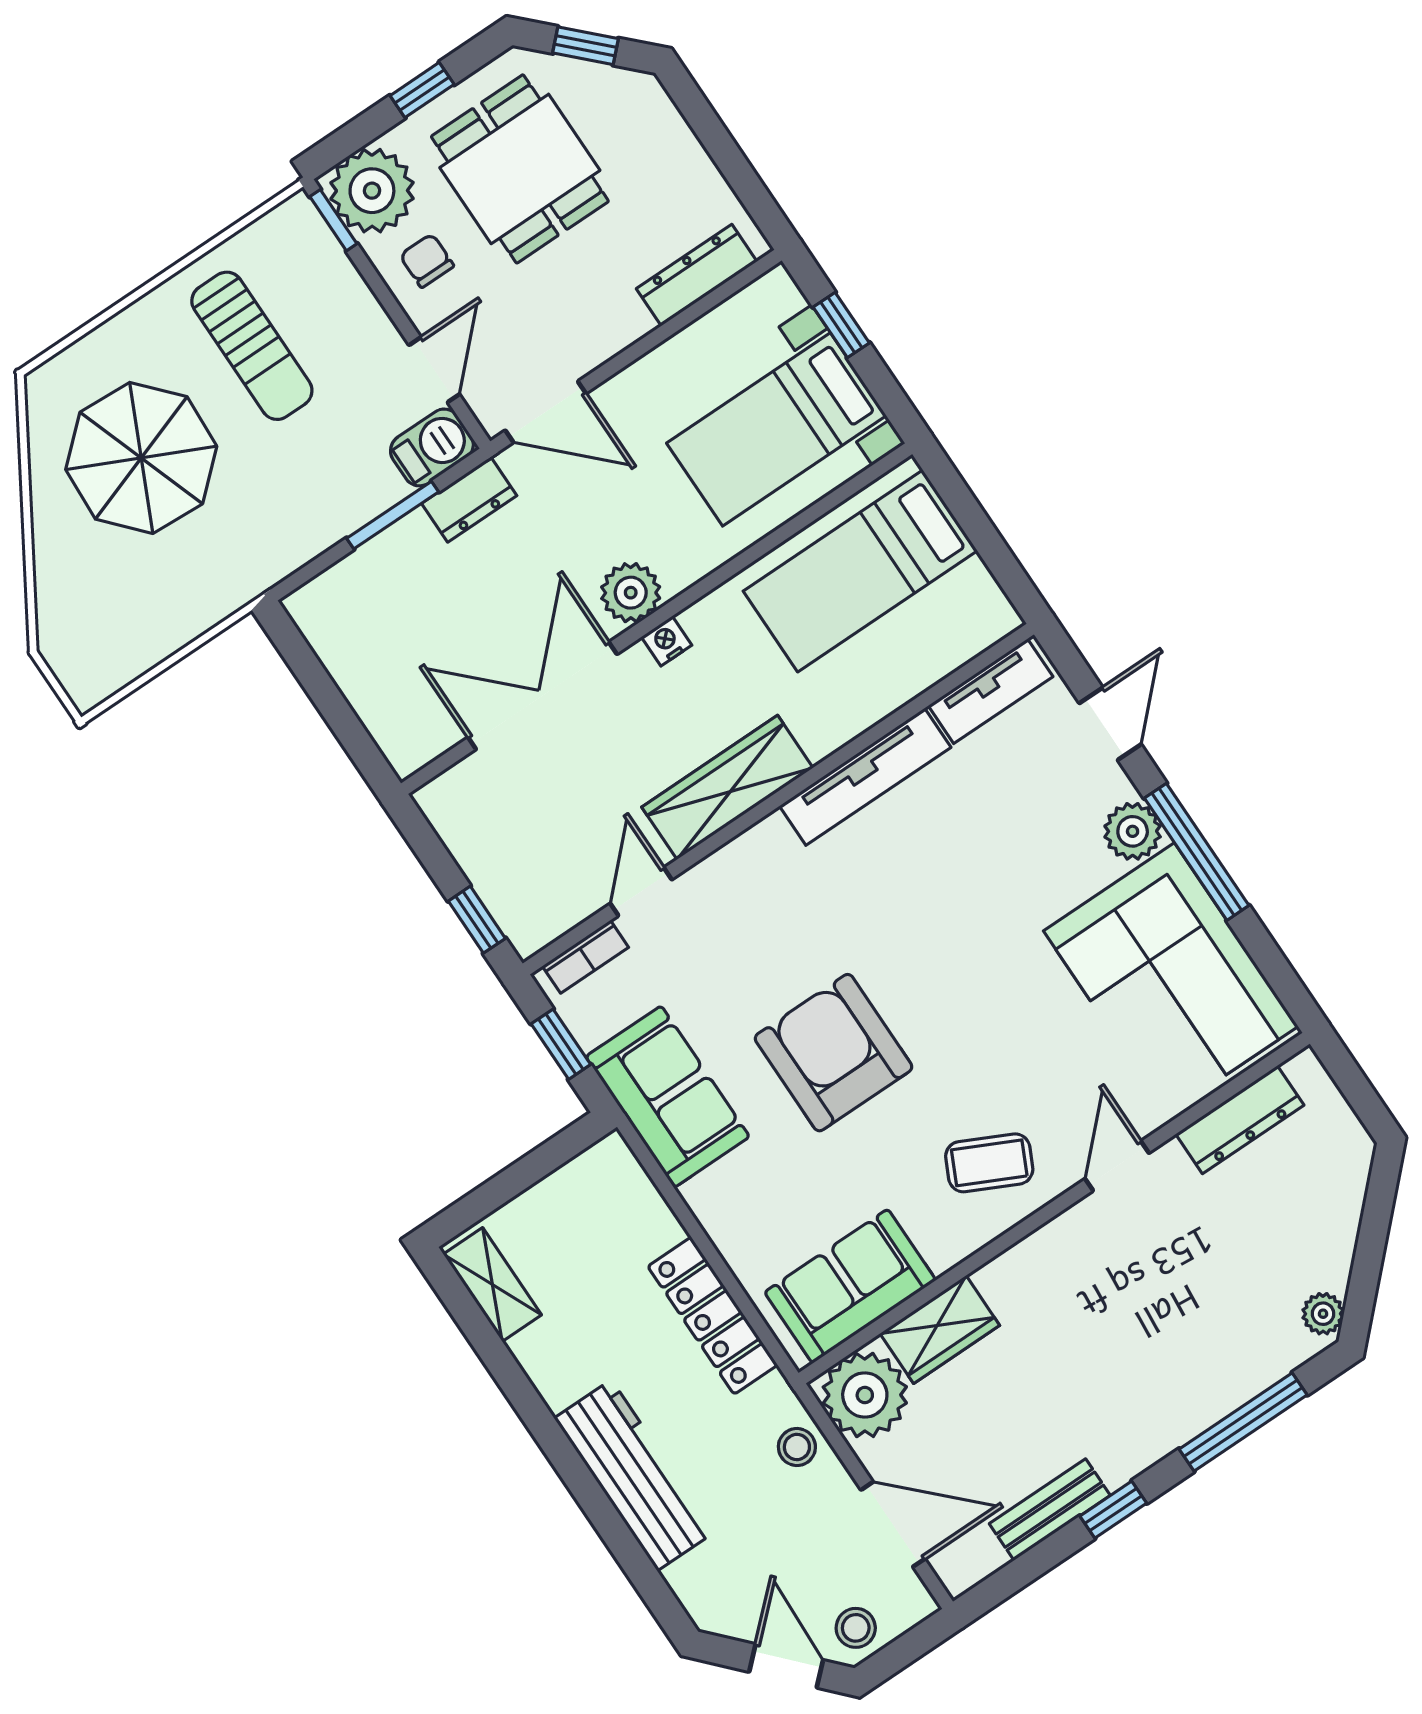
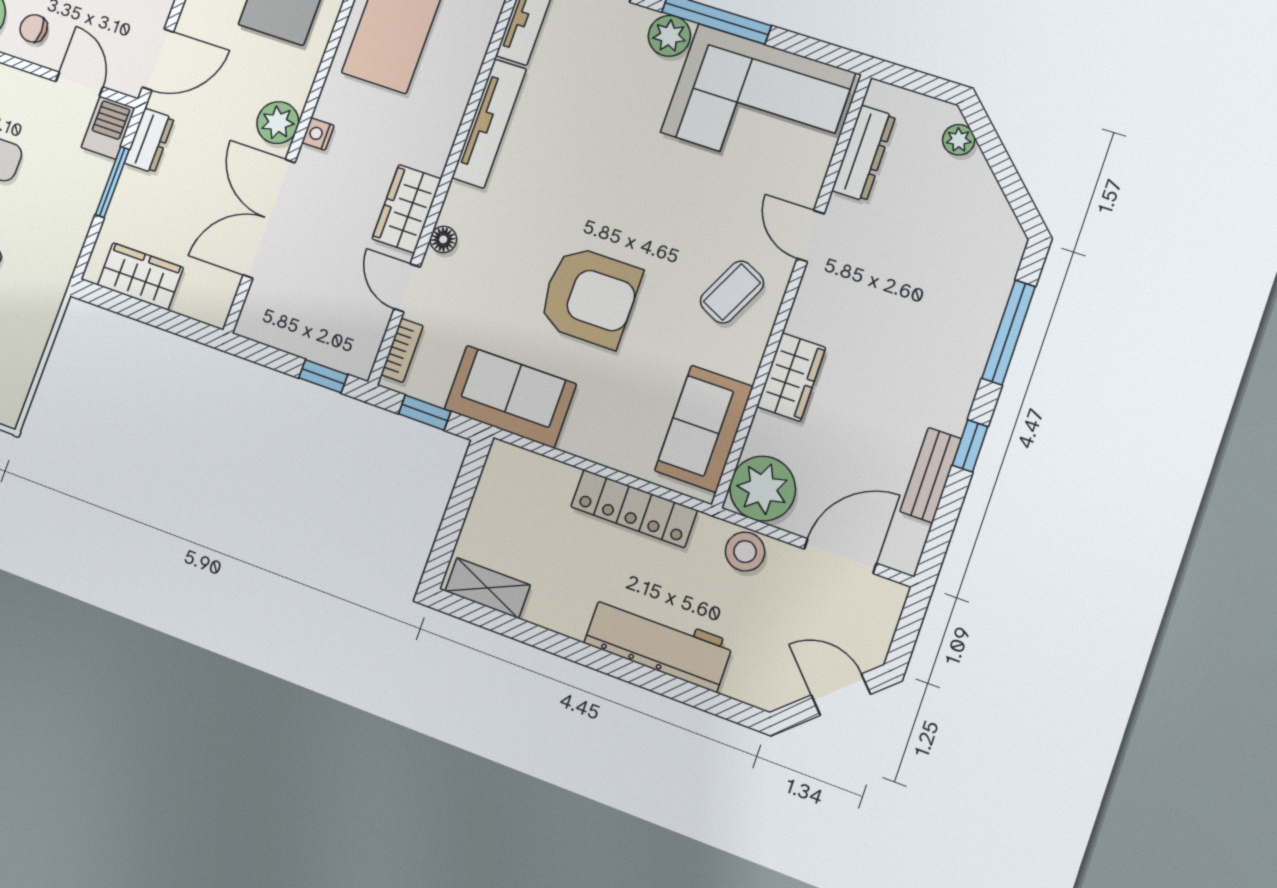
wardrobe: (349, 649) -> (140, 276), added
wardrobe: (727, 787) -> (407, 209), width x0.67
floor lamp: (720, 868) -> (443, 239), added
armchair: (834, 1053) -> (590, 297), turned 180
plant: (1323, 1314) -> (959, 140), moved
wardrobe: (940, 1329) -> (791, 377), moved
stool: (797, 1447) -> (745, 552), width x1.37, depth x1.37
stool: (856, 1628) -> (866, 639), removed

